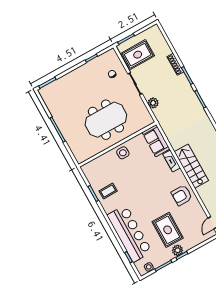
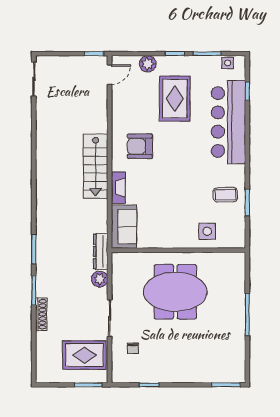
dresser: (161, 119) -> (101, 251), added
side table: (123, 153) -> (207, 231), moved
armchair: (182, 195) -> (140, 146), moved, turned 180
plant: (177, 250) -> (148, 64), moved

